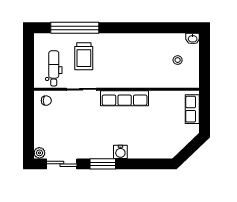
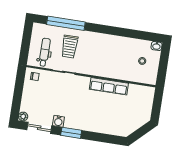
row of seats: (125, 98) -> (109, 86), moved
row of seats: (192, 109) -> (148, 101), removed
water cooler: (120, 152) -> (58, 121), moved

